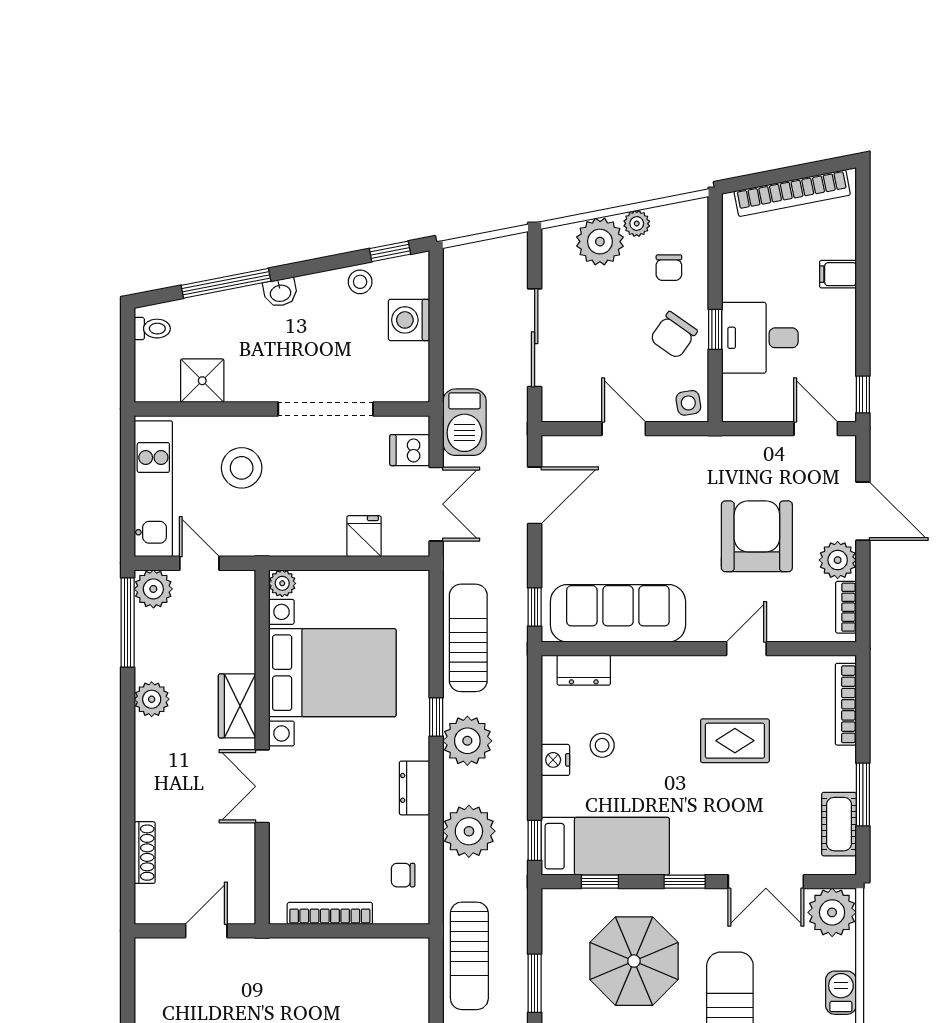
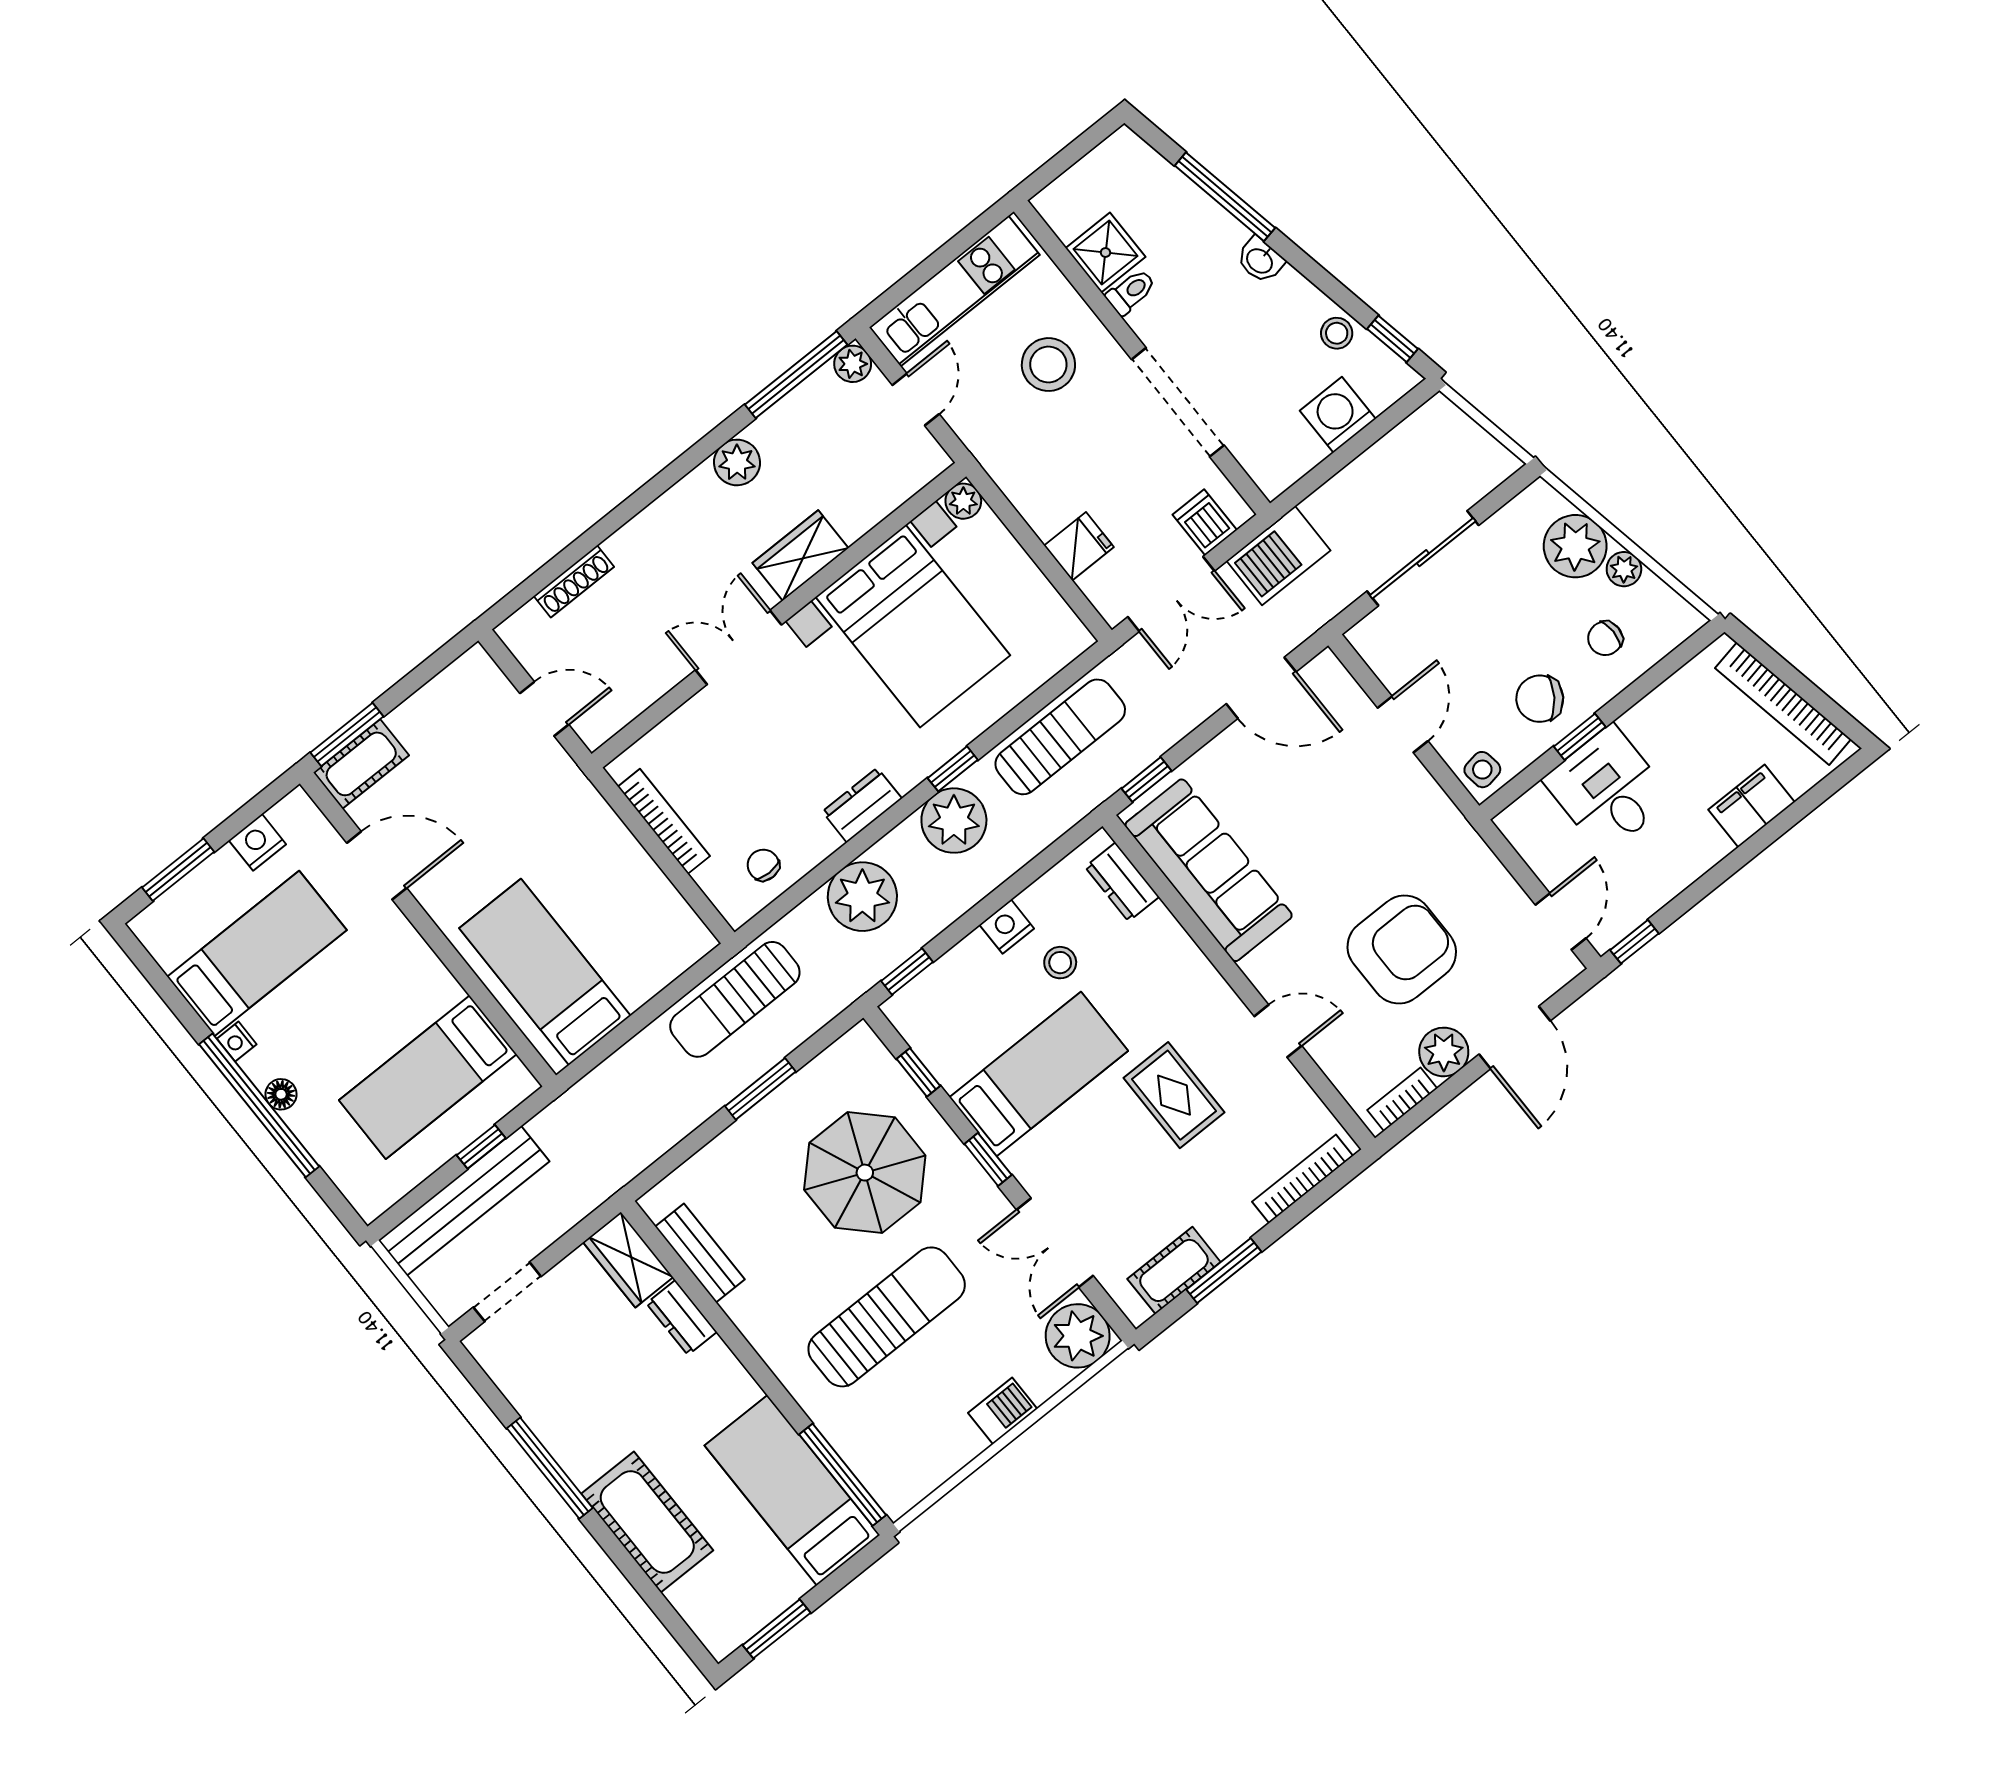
filing cabinet: (838, 274) -> (1752, 806), width x2.00
toilet: (152, 329) -> (1131, 292), moved, turned -90
plant: (153, 589) -> (853, 364), width x0.73, depth x0.73
bed: (605, 846) -> (1039, 1074), moved, turned -90

